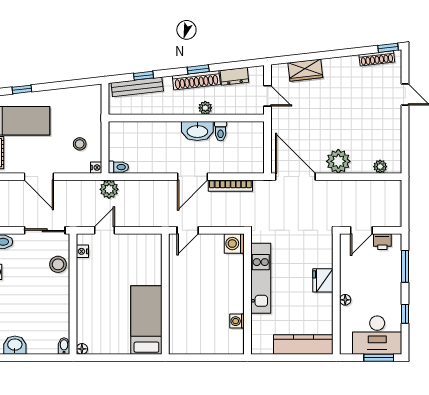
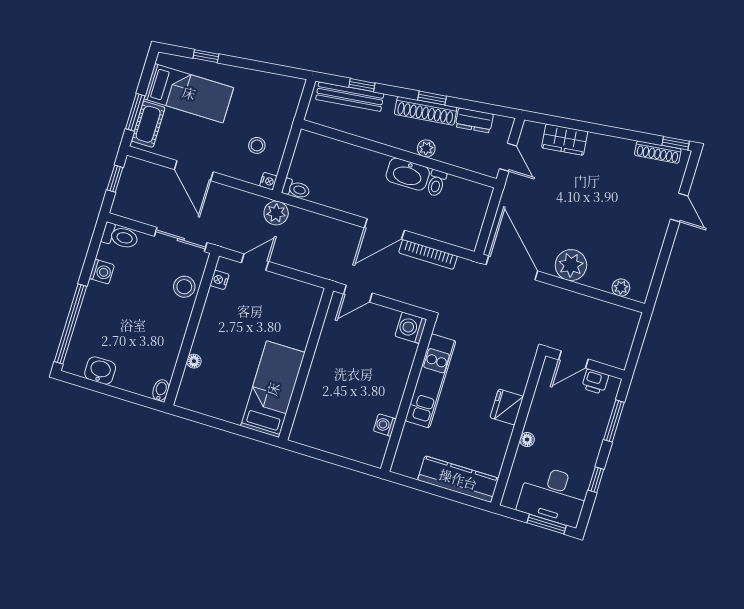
floor lamp: (82, 349) -> (194, 361), moved

